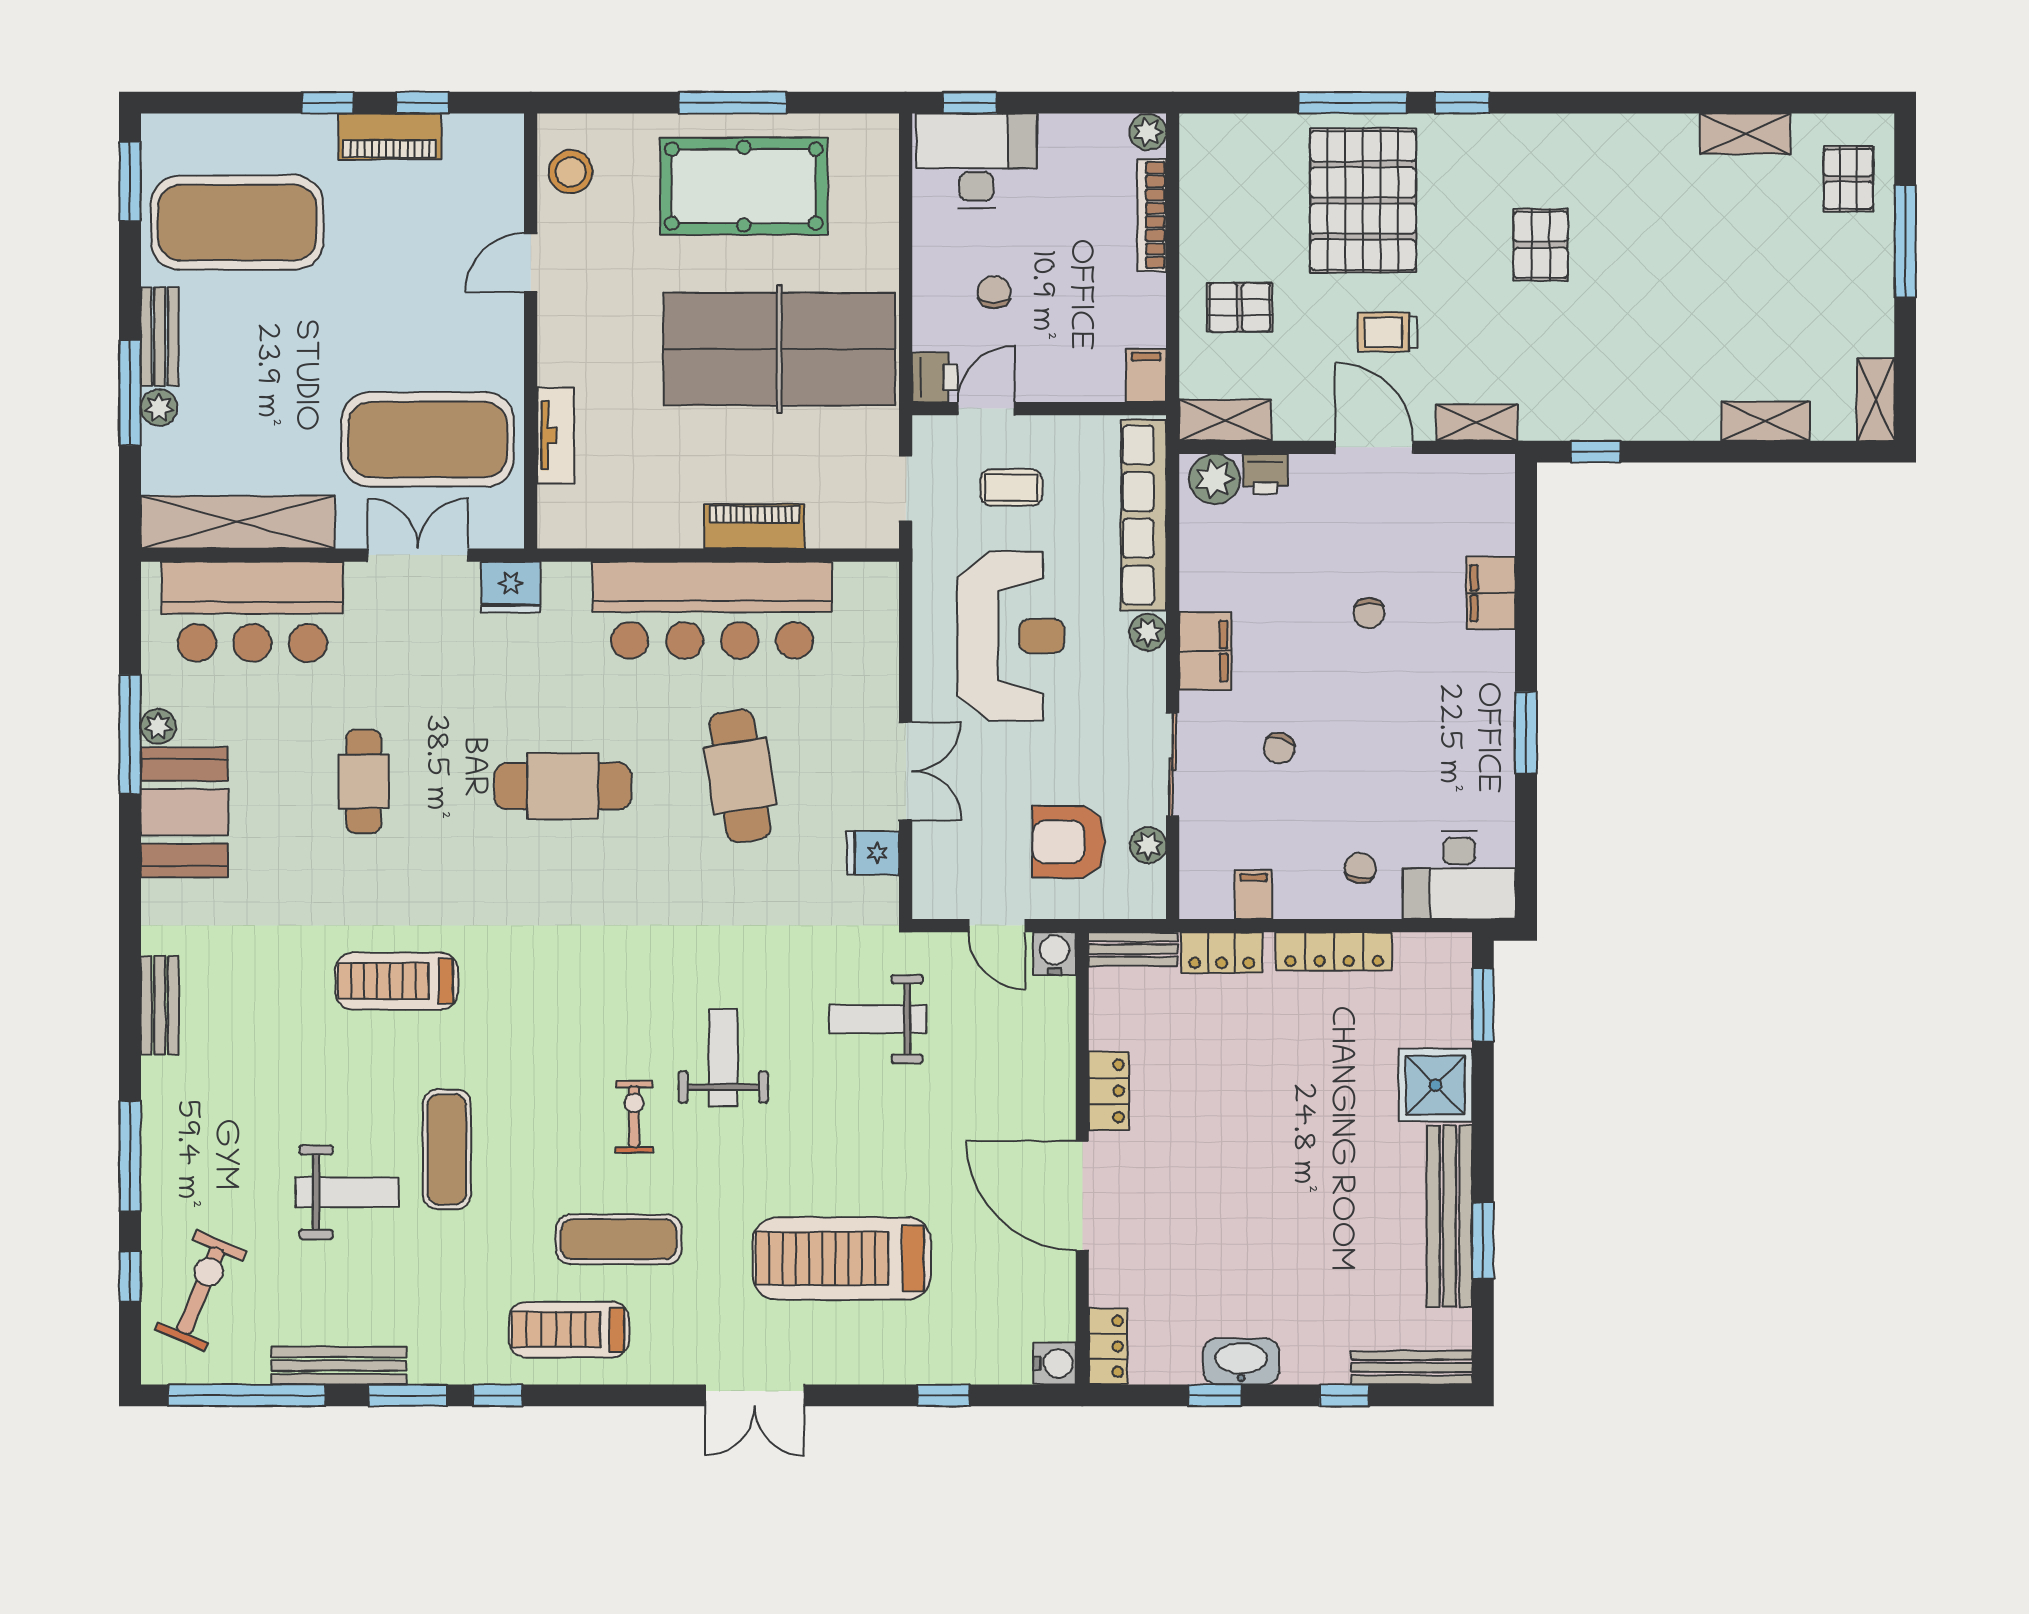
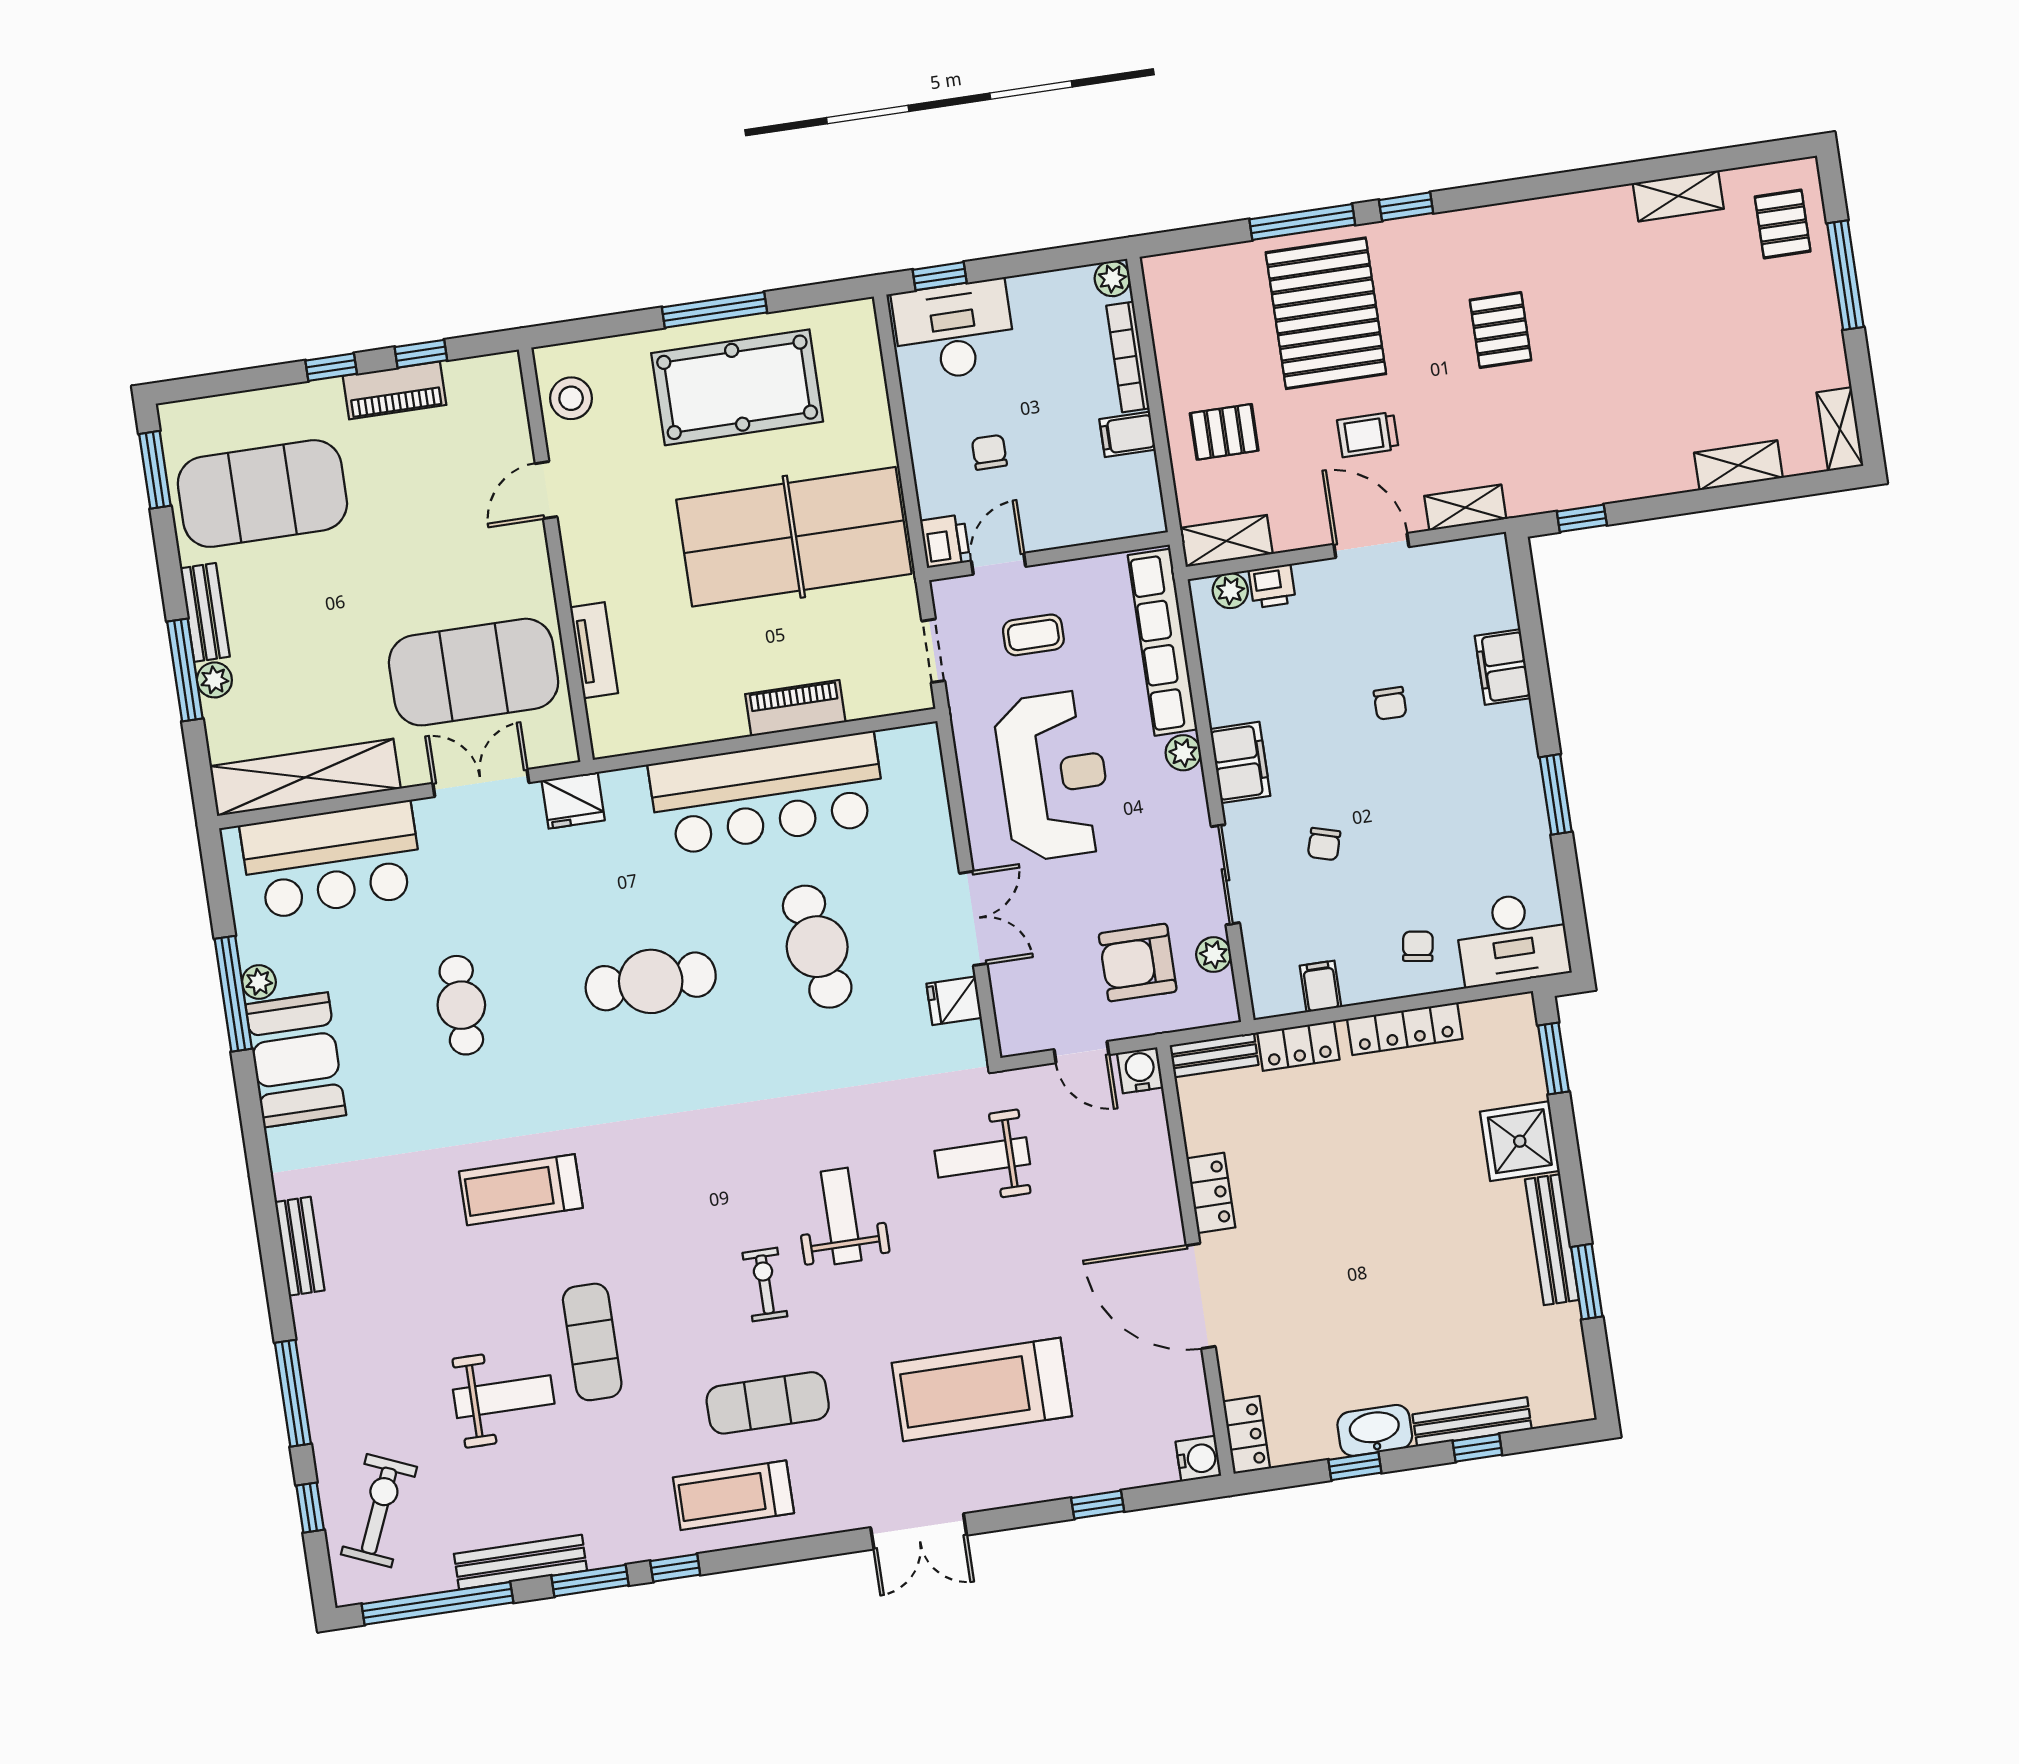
filing cabinet: (1146, 375) -> (1127, 434), moved, turned -90
plant: (1215, 479) -> (1230, 591), width x0.73, depth x0.73
bench: (1450, 1216) -> (1552, 1240), width x0.73, depth x0.82
bench: (1412, 1368) -> (1472, 1422), moved

